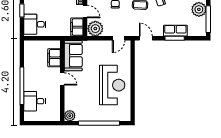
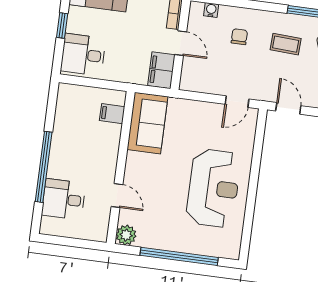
plant: (95, 29) -> (196, 78), removed
filing cabinet: (54, 58) -> (112, 114), width x0.50
door: (62, 79) -> (117, 196), moved

